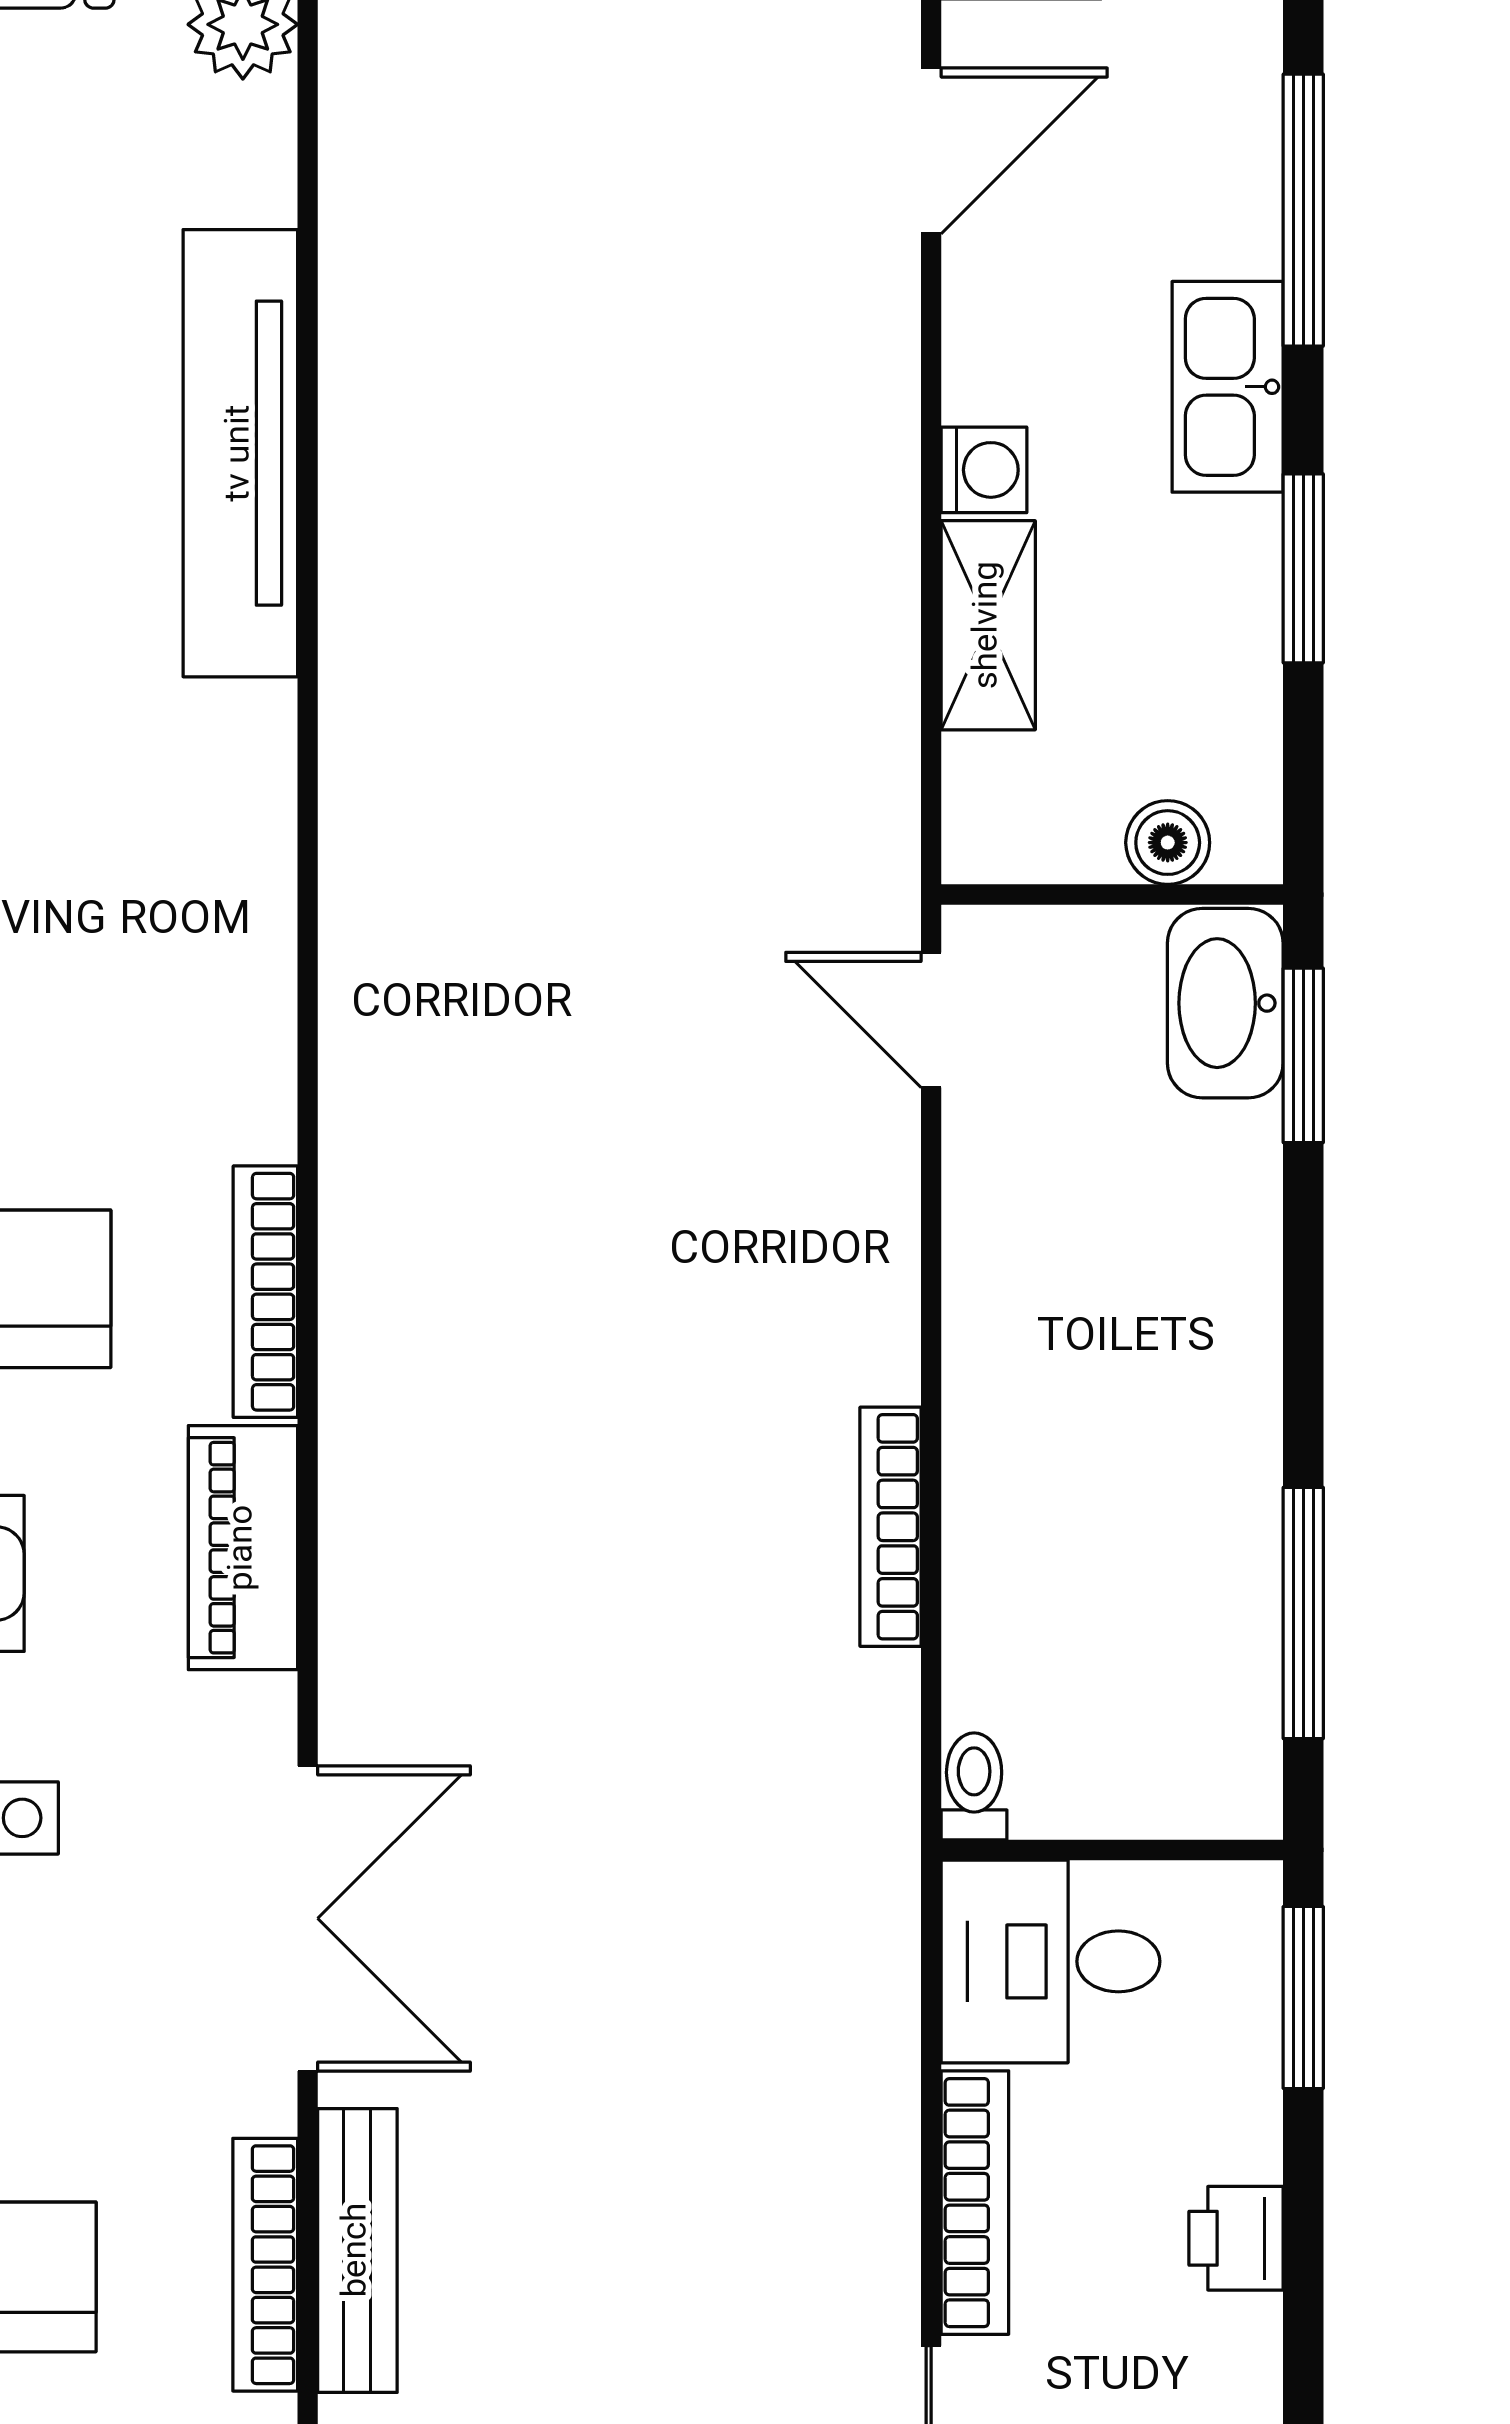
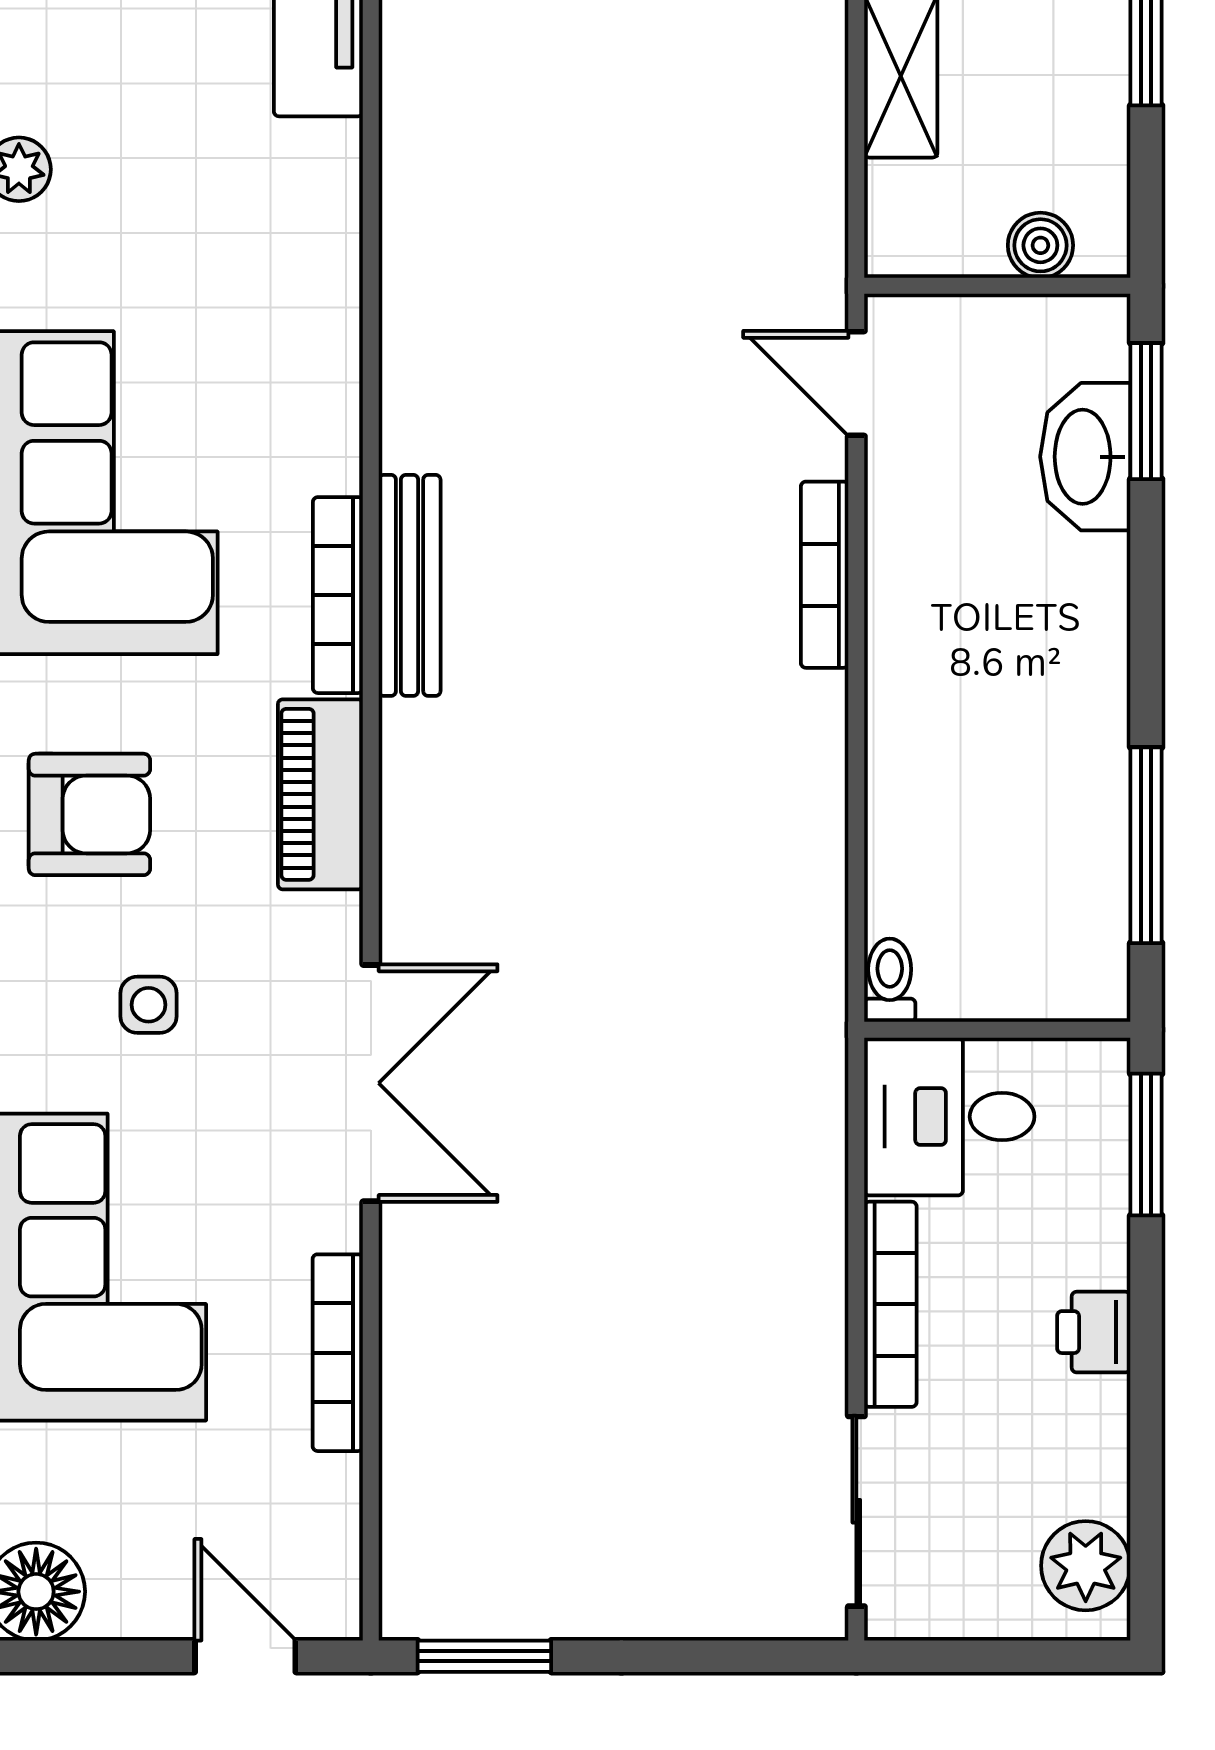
washbasin: (1225, 1003) -> (1085, 457), moved
bookcase: (890, 1527) -> (825, 575), moved
bench: (357, 2250) -> (410, 585), moved

